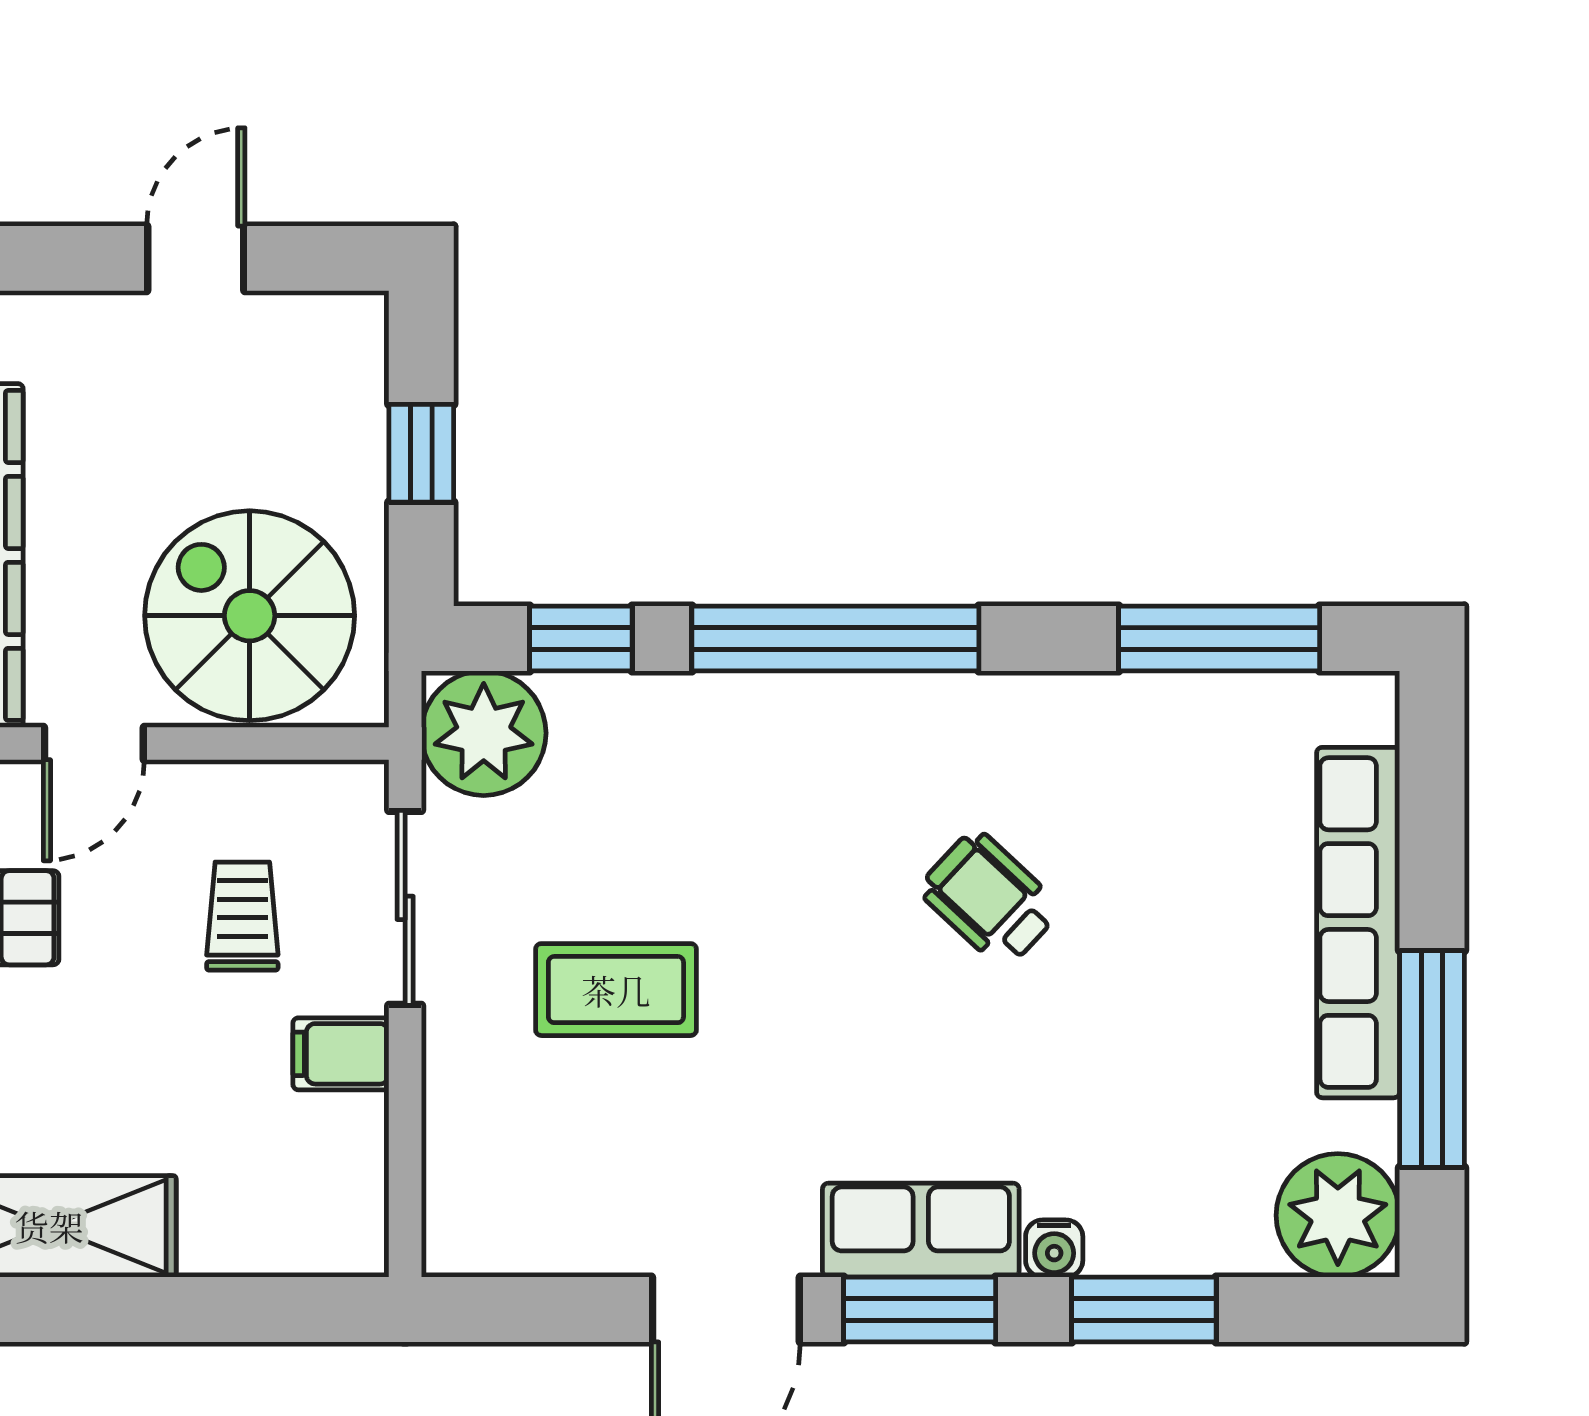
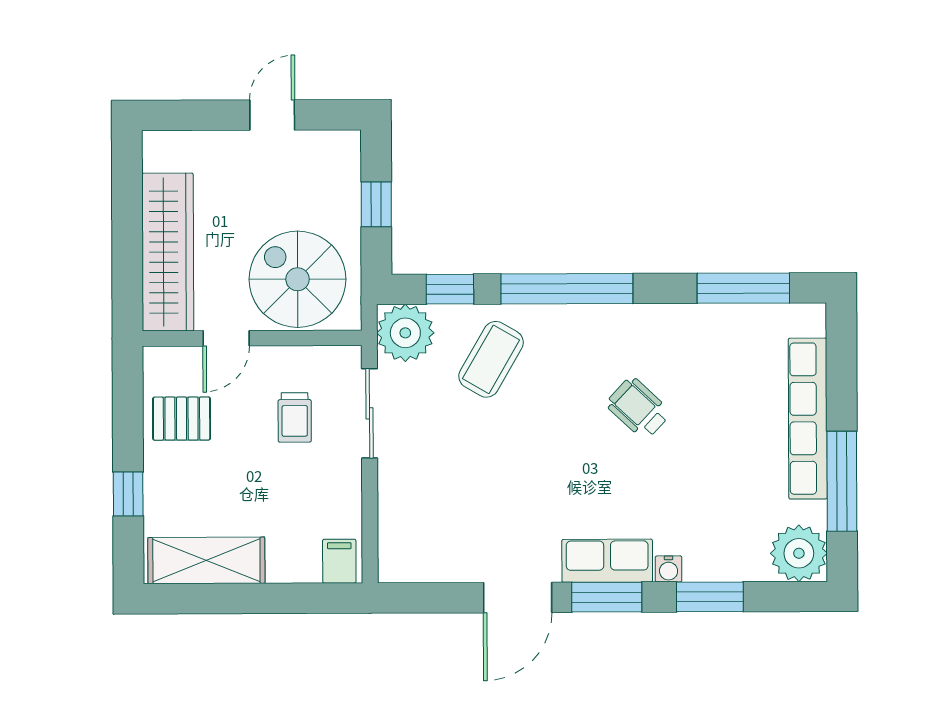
trolley: (242, 916) -> (295, 417), turned 180
coffee table: (616, 990) -> (491, 359), moved, turned -60
filing cabinet: (341, 1054) -> (339, 561), moved, turned 90

